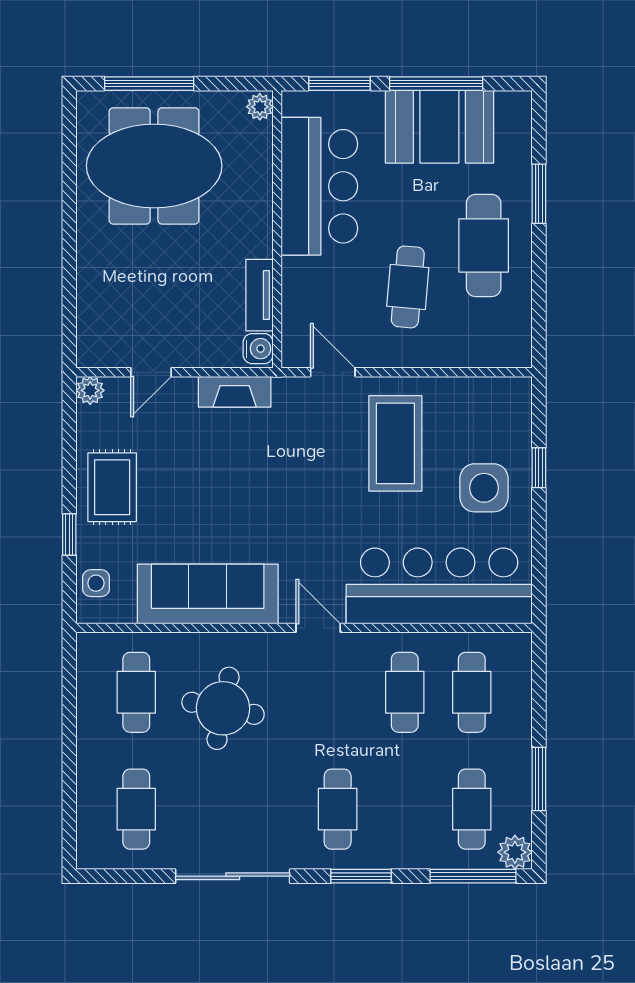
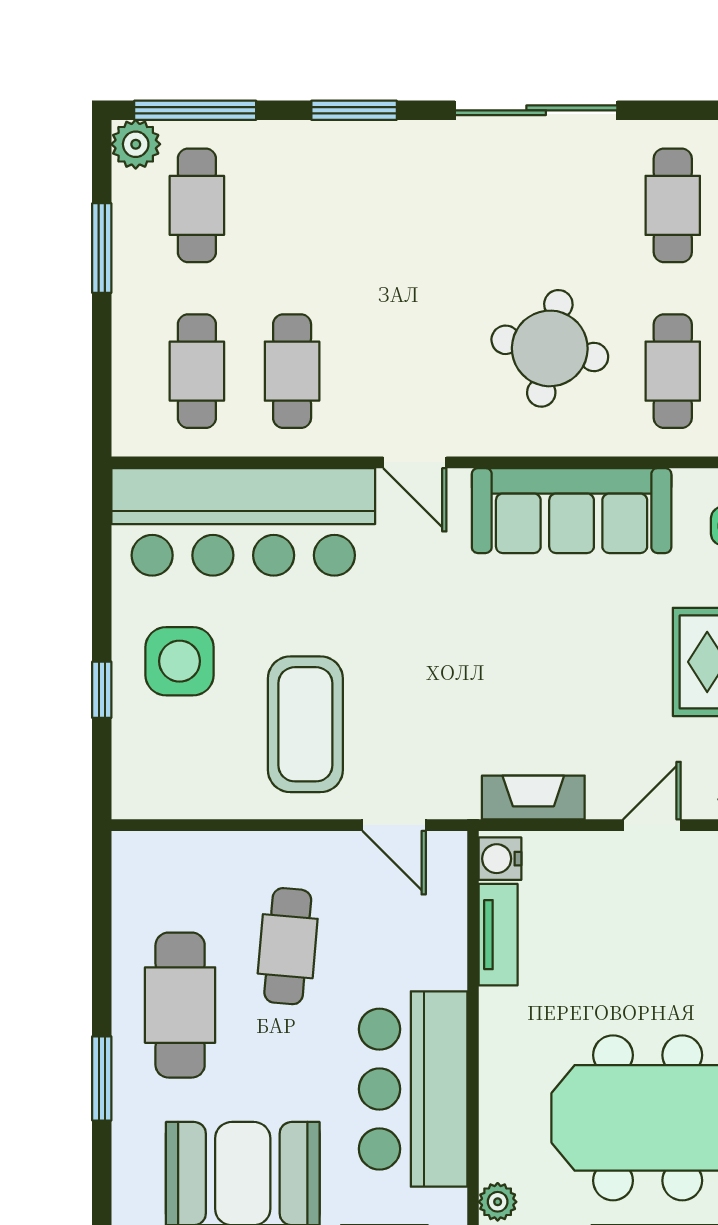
cafe table: (338, 809) -> (387, 205), removed

